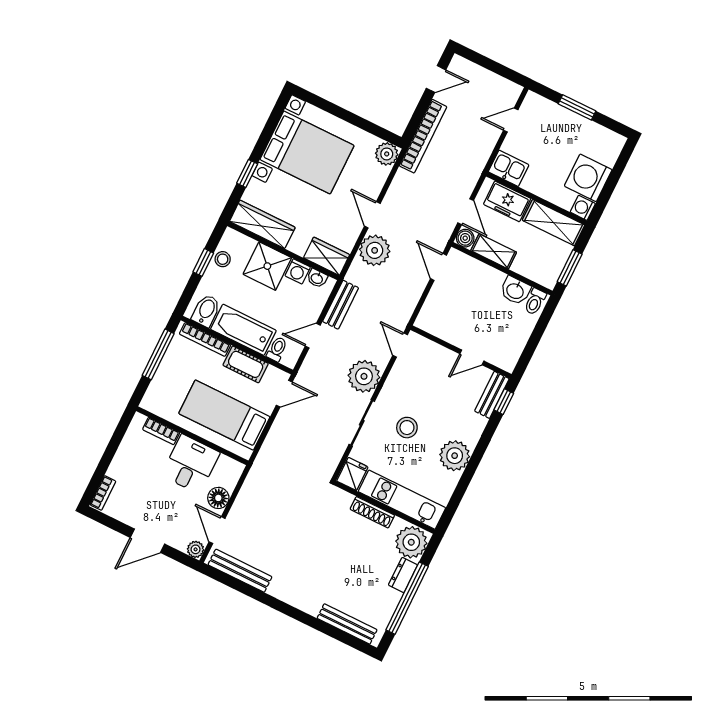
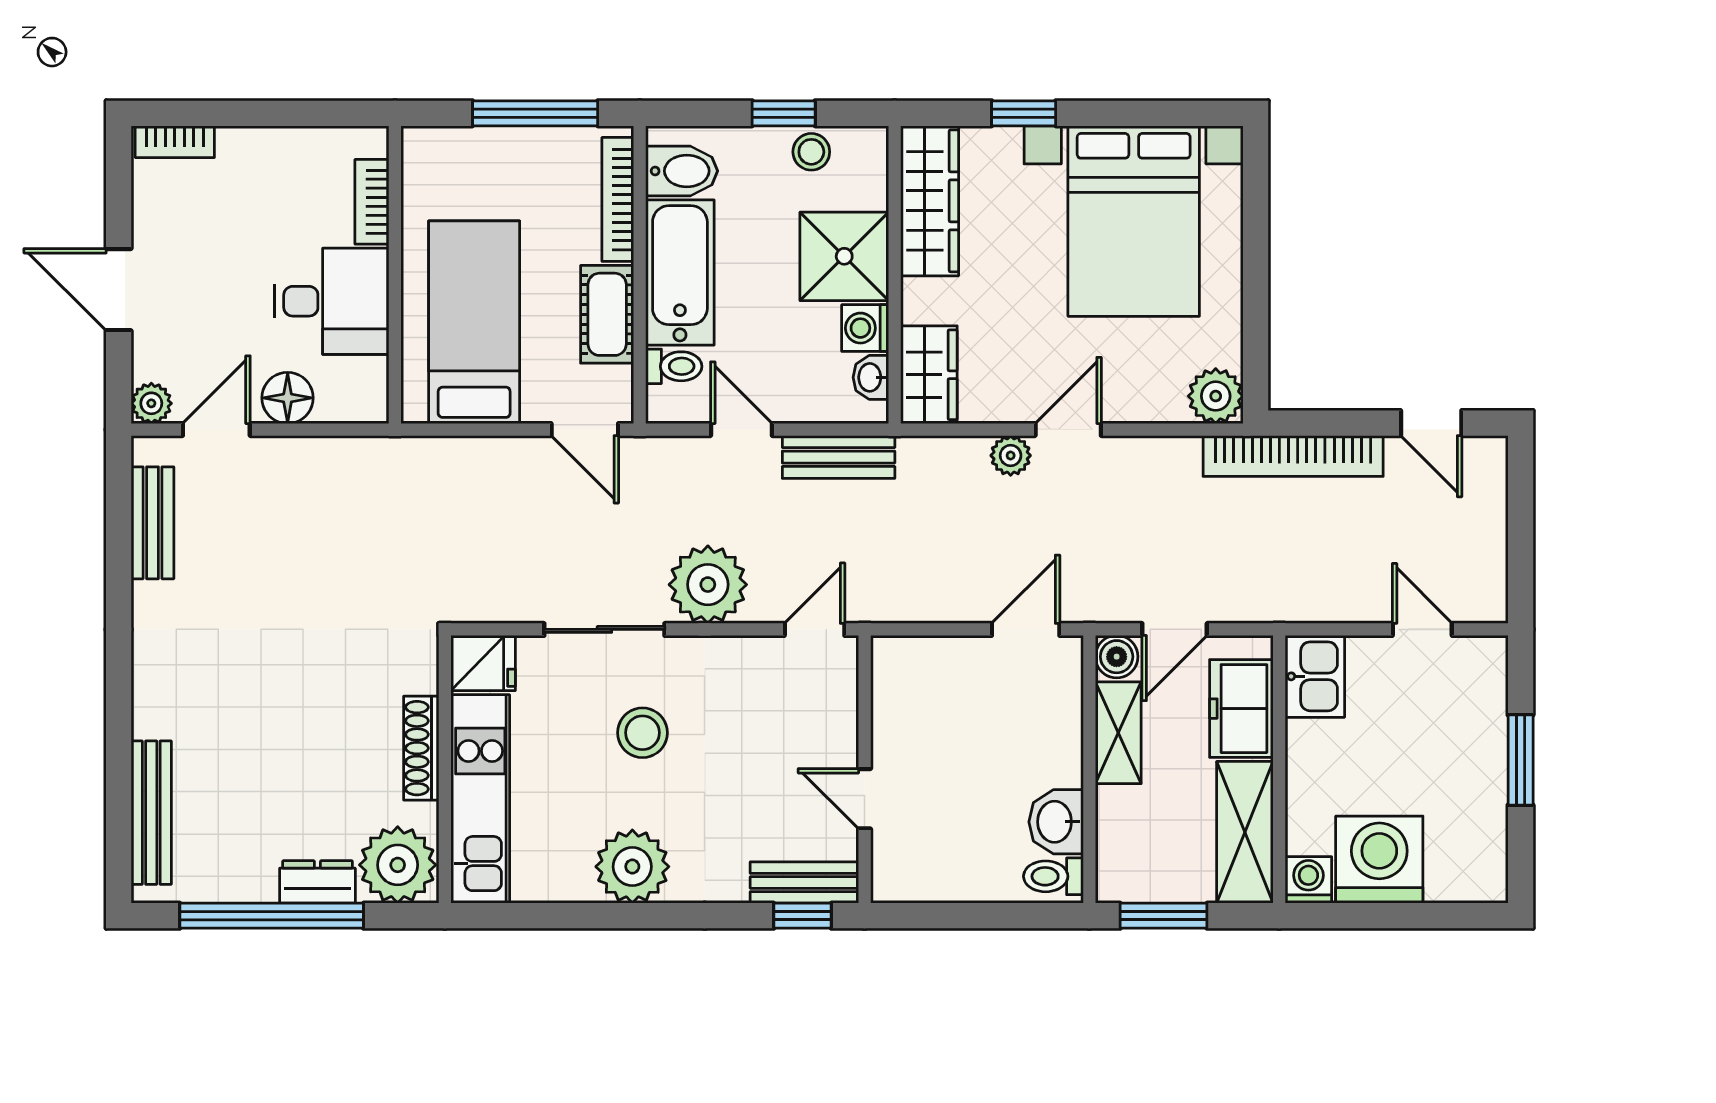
plant: (375, 250) -> (1011, 455), width x0.53, depth x0.53
bench: (240, 571) -> (152, 523), width x0.73

